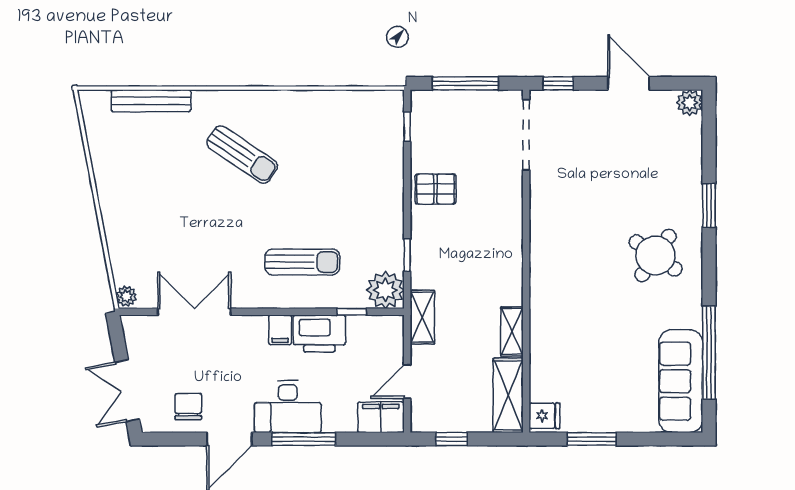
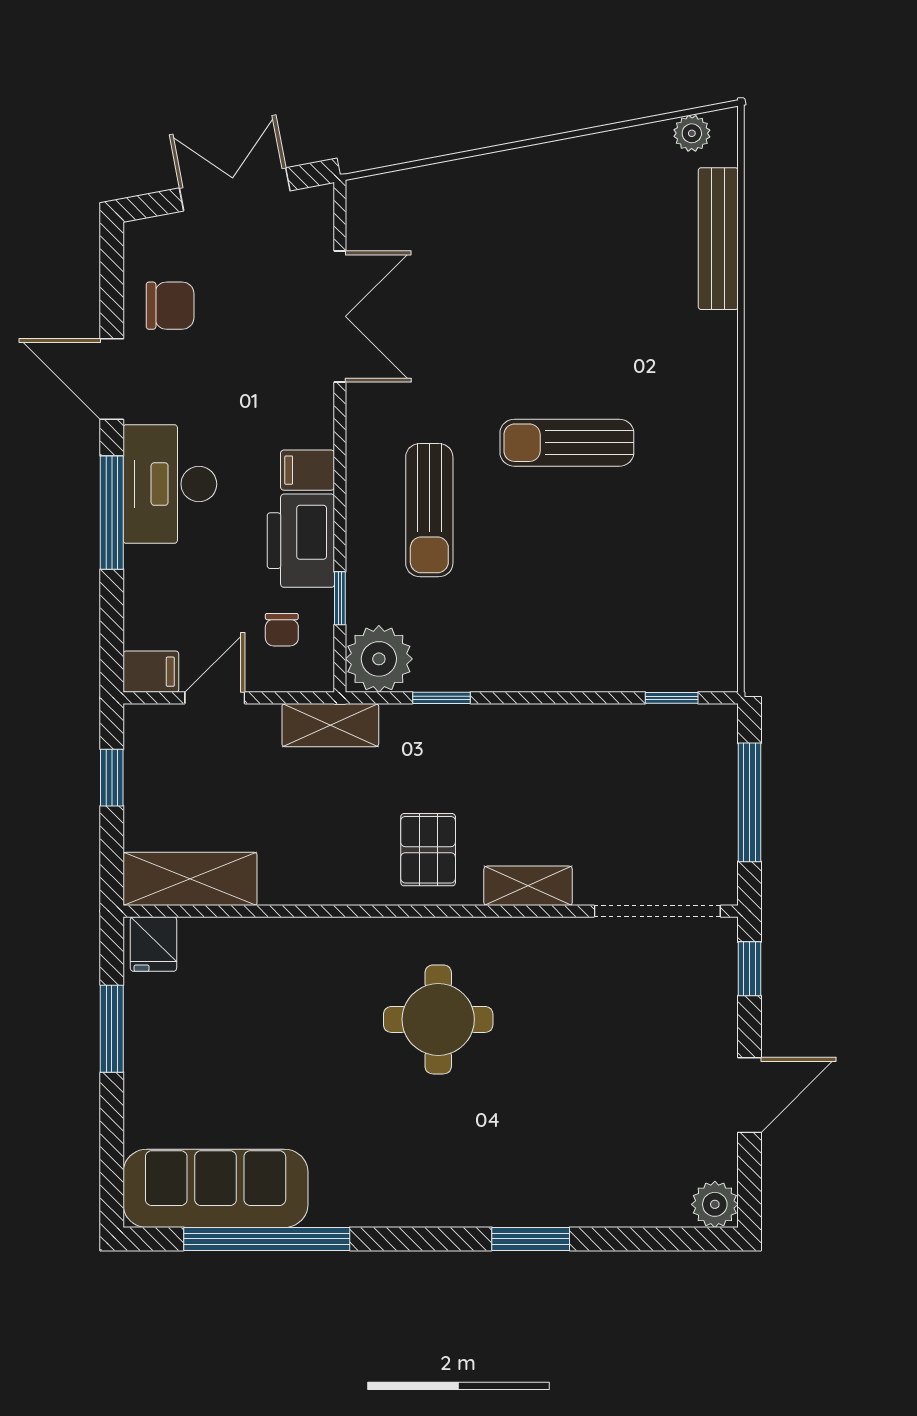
sun lounger: (242, 155) -> (567, 443), moved, turned 56
pallet: (435, 189) -> (428, 850), moved
round table: (655, 255) -> (438, 1019), moved, turned -35
plant: (126, 296) -> (692, 133), moved
shelving: (512, 331) -> (528, 886), moved
chair: (369, 344) -> (282, 630), added
door: (407, 382) -> (215, 698), hinge flipped
double door: (127, 391) -> (235, 189), moved
filing cabinet: (381, 417) -> (151, 672), width x0.50

